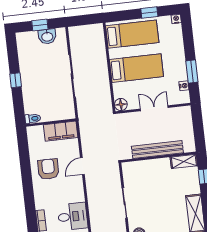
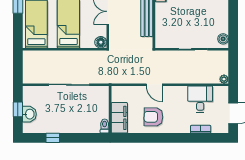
washbasin: (47, 36) -> (29, 114), moved
window: (16, 80) -> (53, 138), moved
filing cabinet: (61, 131) -> (119, 118), moved

